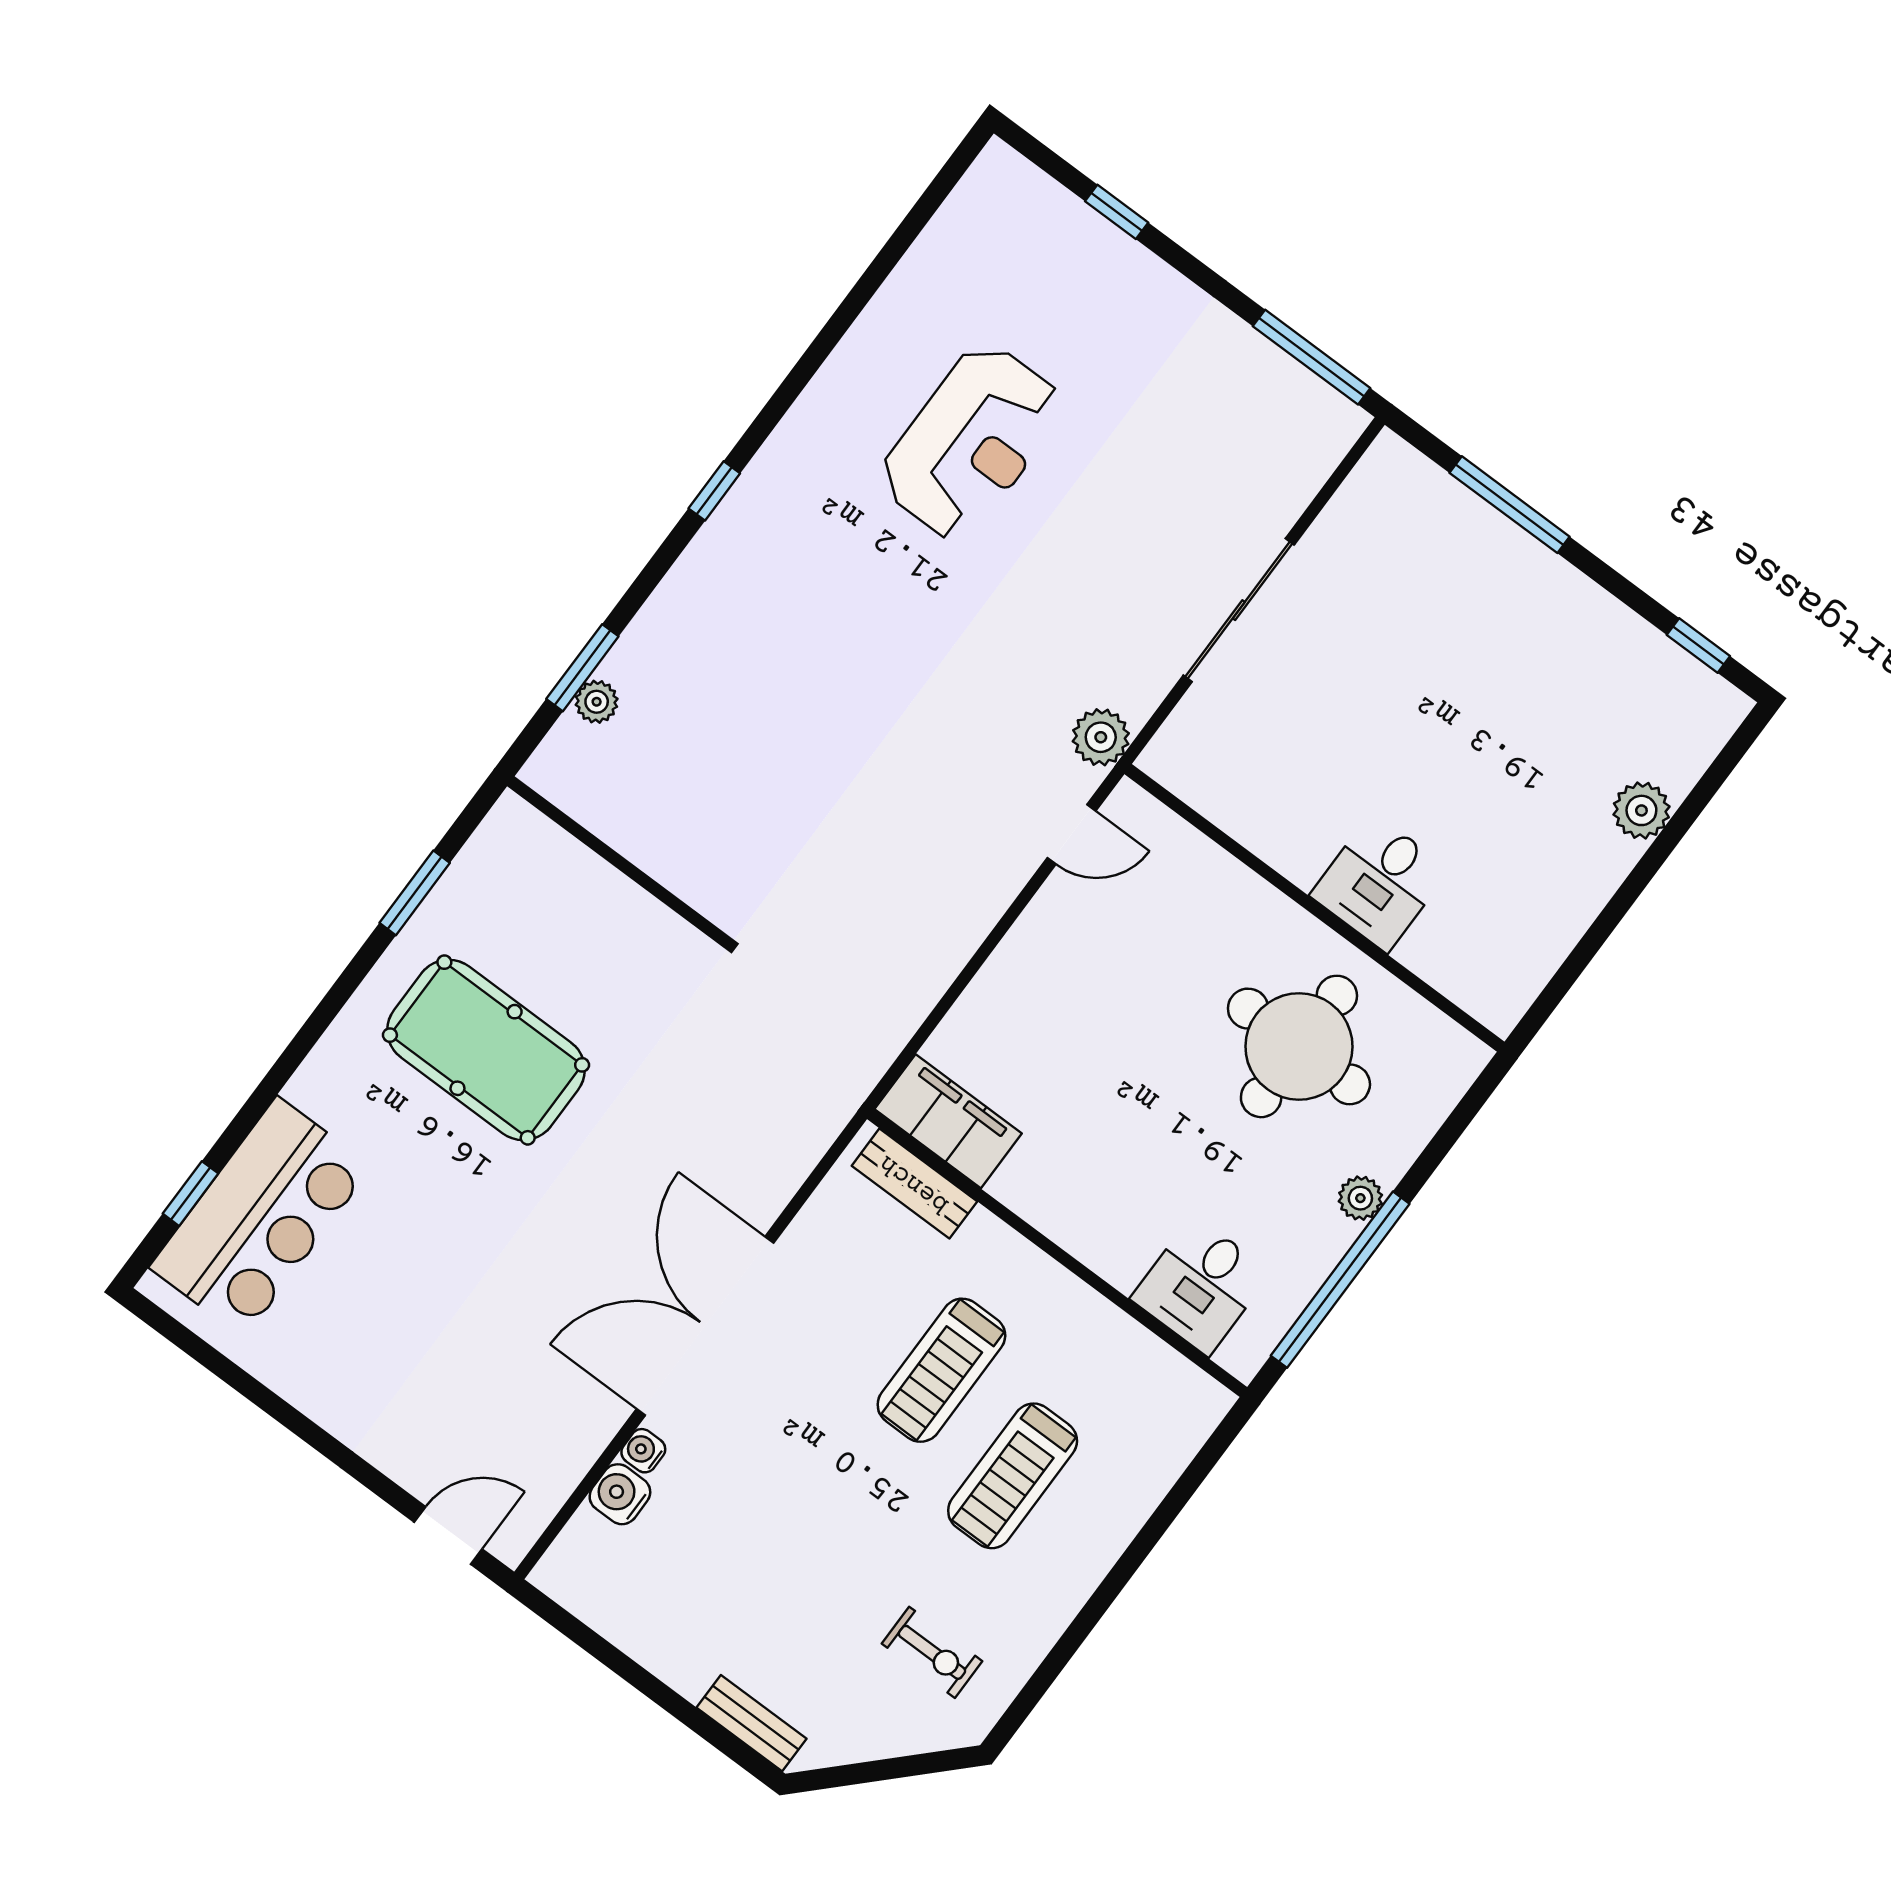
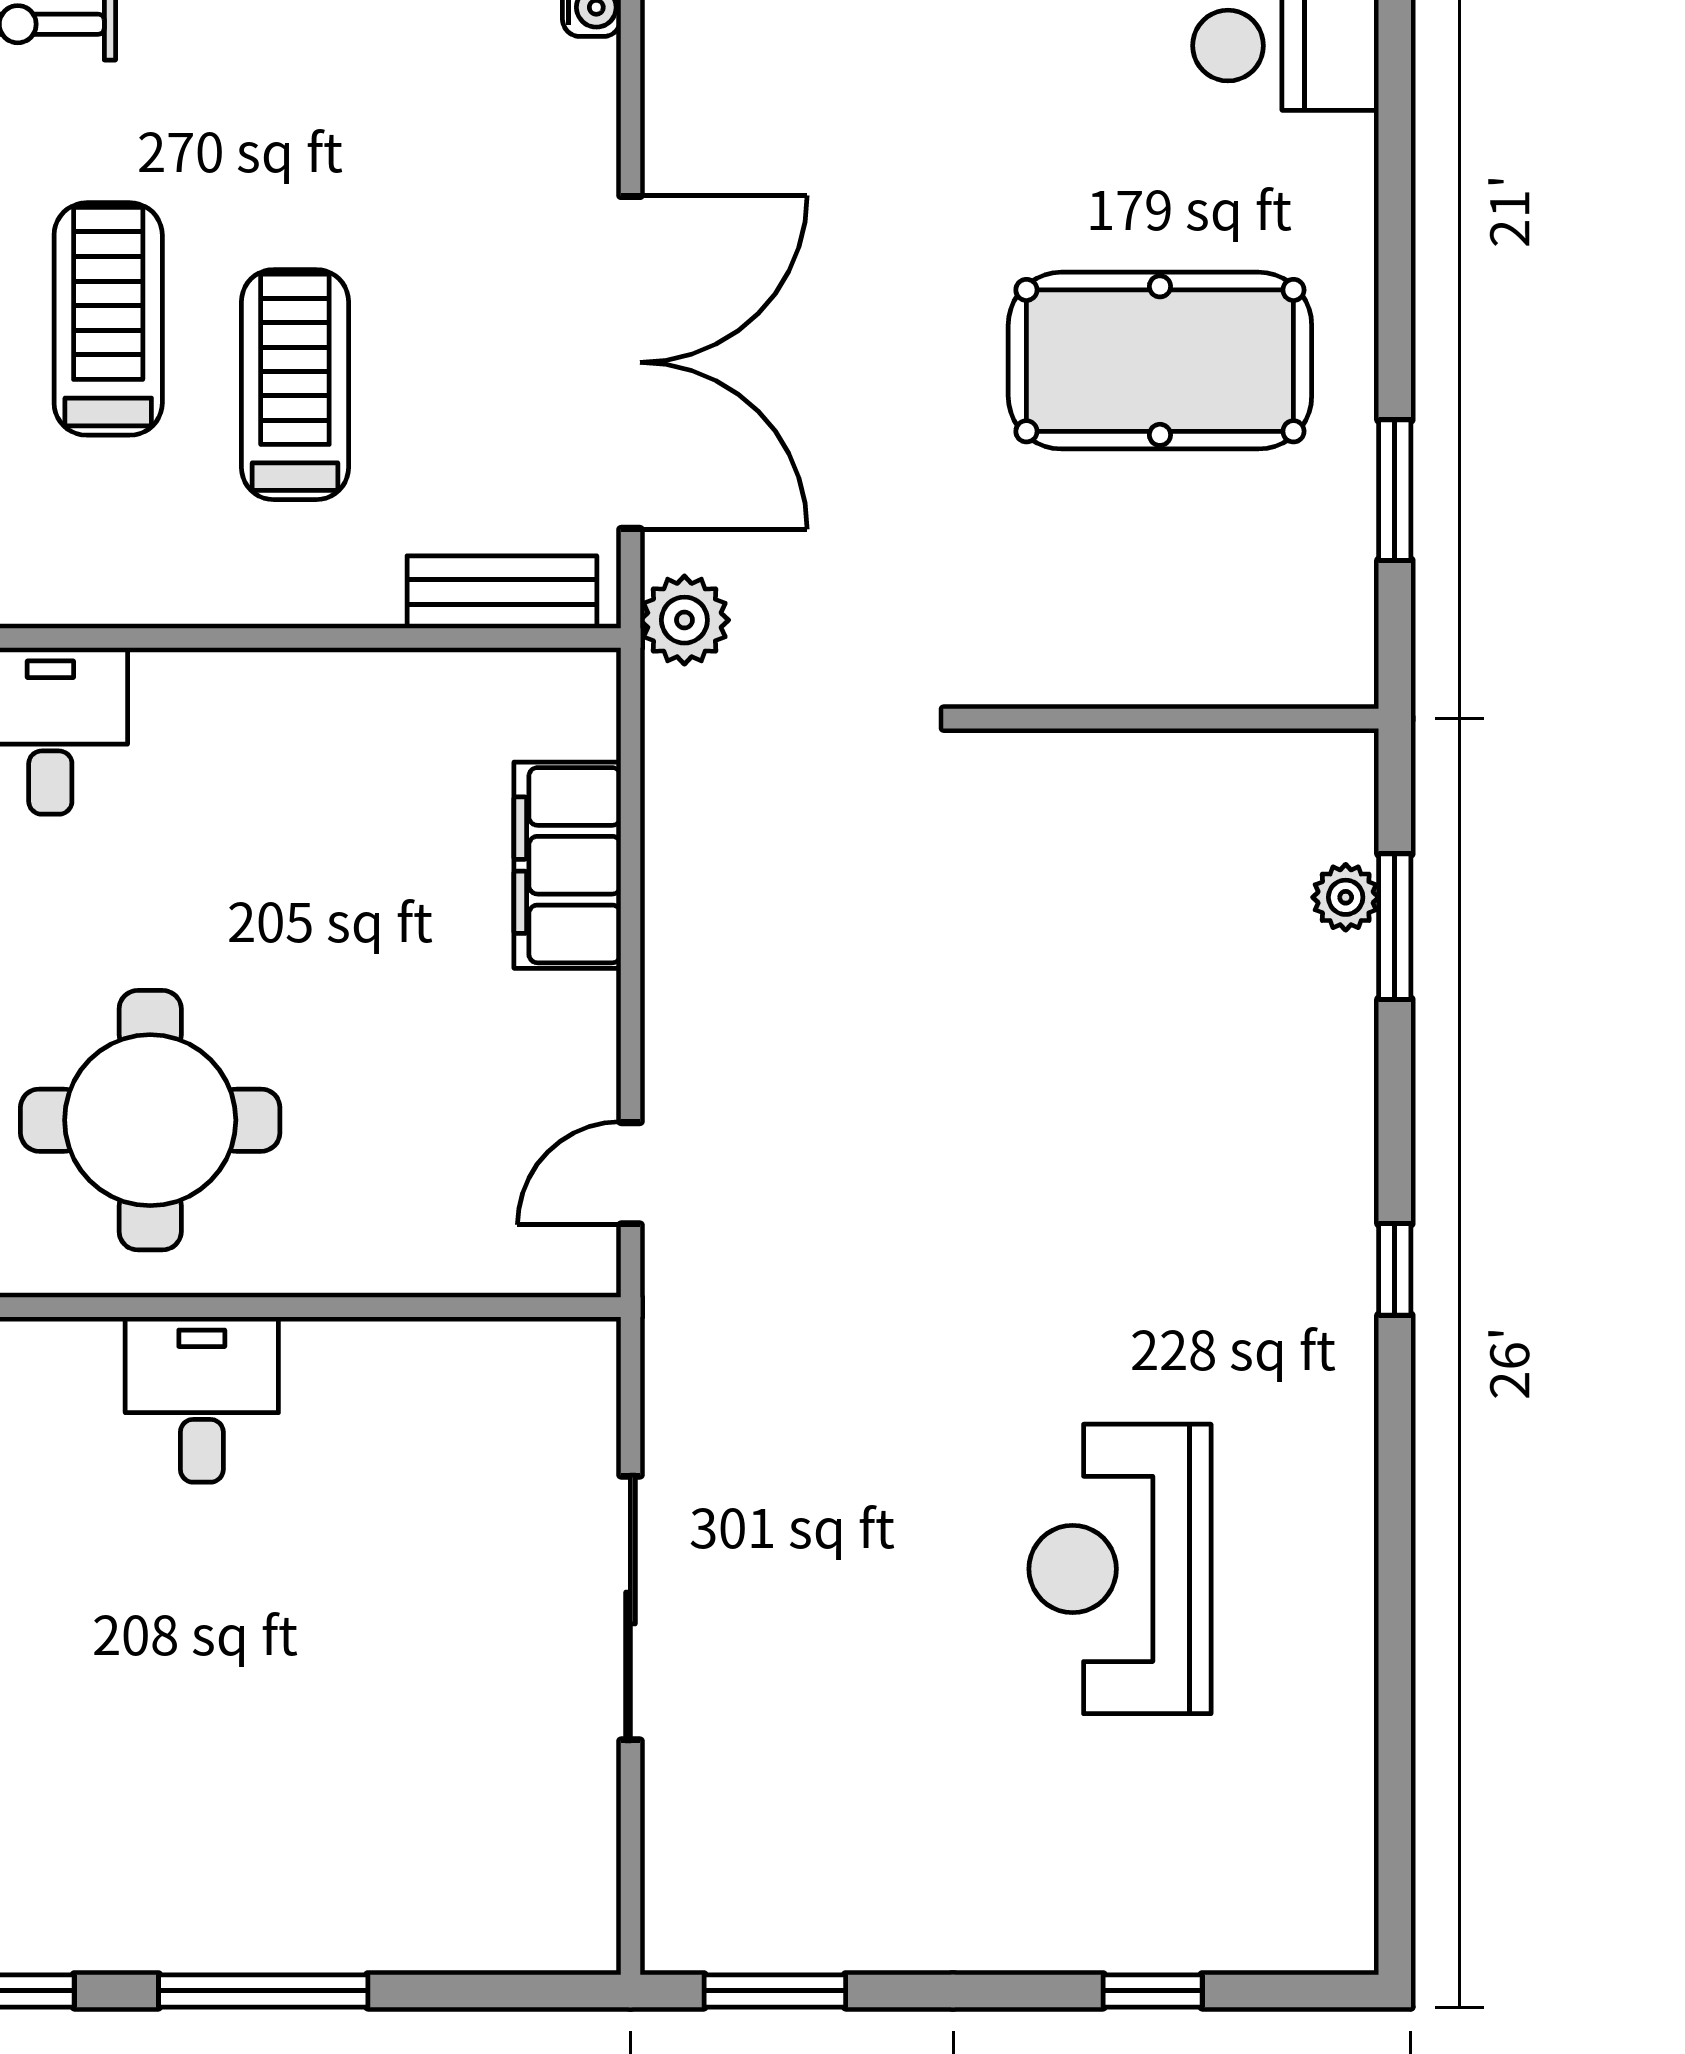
window: (1312, 357) -> (775, 1991), width x0.69
window: (1510, 505) -> (263, 1991), moved
plant: (1101, 737) -> (684, 620), moved
filing cabinet: (948, 1121) -> (567, 865), moved, turned 90
double door: (705, 1326) -> (630, 362), moved

